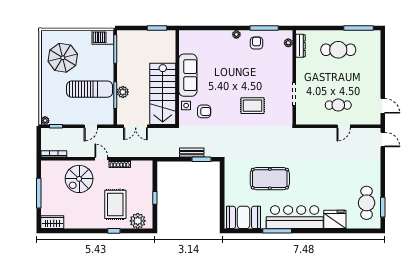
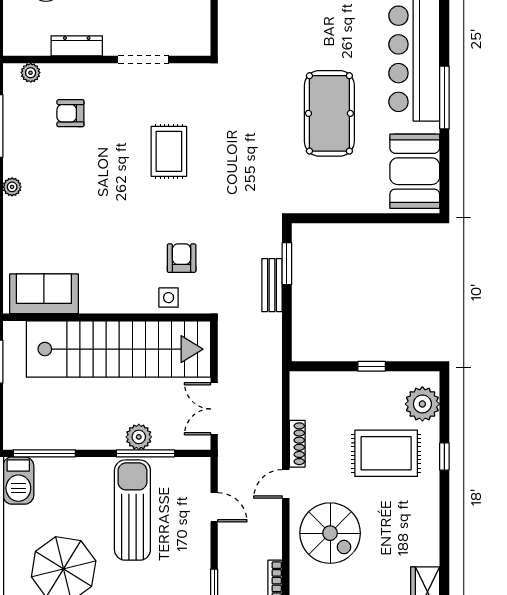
armchair: (256, 43) -> (70, 113), moved
dresser: (300, 46) -> (77, 46), moved
sofa: (188, 75) -> (44, 294), moved, width x0.73
stairs: (163, 94) -> (118, 349), width x1.36
double door: (136, 126) -> (214, 409), swing flipped

